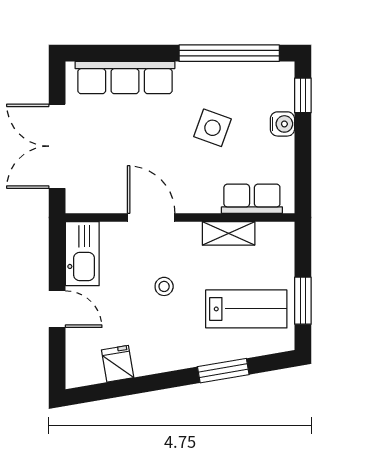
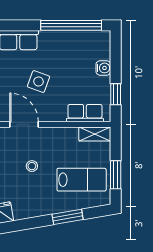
window: (303, 95) -> (116, 94), moved
side table: (212, 128) -> (39, 82), moved
shelving: (229, 233) -> (95, 134), moved

